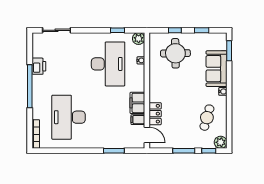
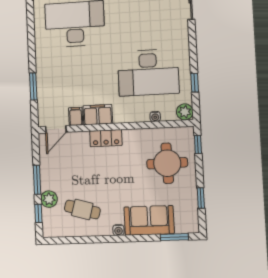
window: (175, 30) -> (198, 144), moved
locker: (155, 114) -> (106, 138), moved
plant: (221, 142) -> (49, 199), moved

